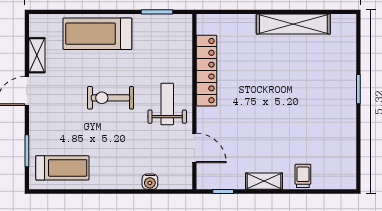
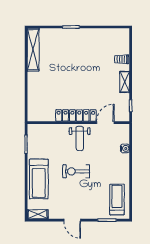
shelving: (293, 24) -> (33, 50), moved
shelving: (37, 55) -> (38, 214), moved
locker: (206, 71) -> (76, 115), moved
exercise bike: (111, 98) -> (76, 171), turned 90
weight bench: (167, 104) -> (80, 138), turned -90

